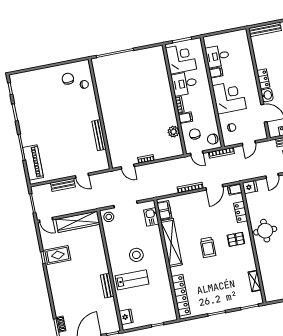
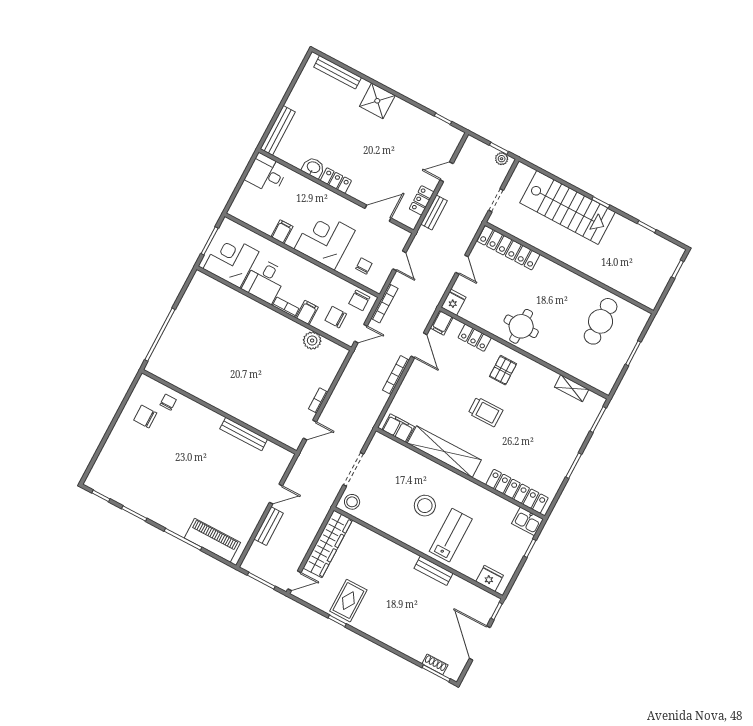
desk: (217, 56) -> (266, 174), moved, turned 90
washbasin: (267, 95) -> (313, 168), moved
kitchen sink: (151, 217) -> (528, 521), moved

